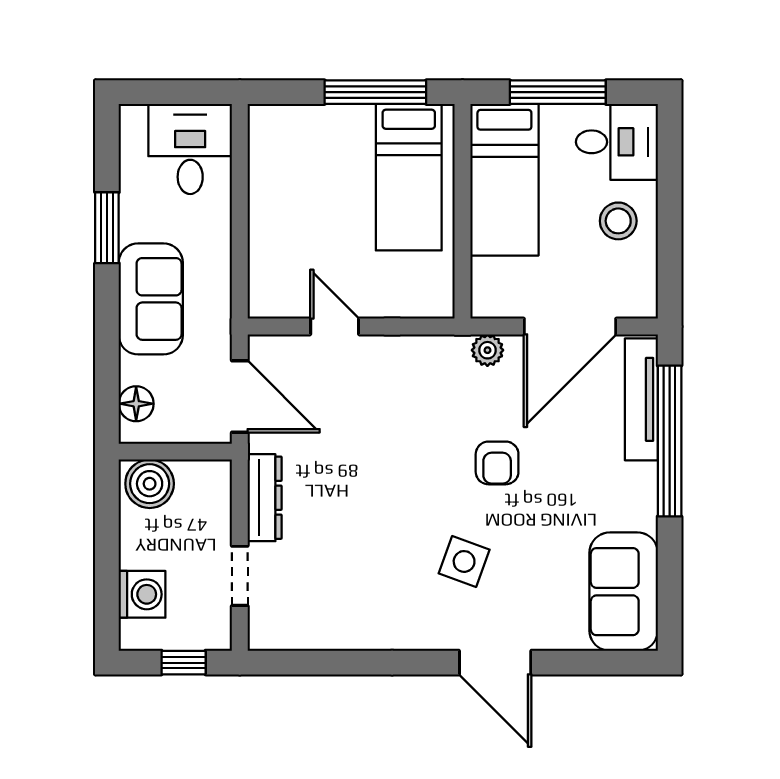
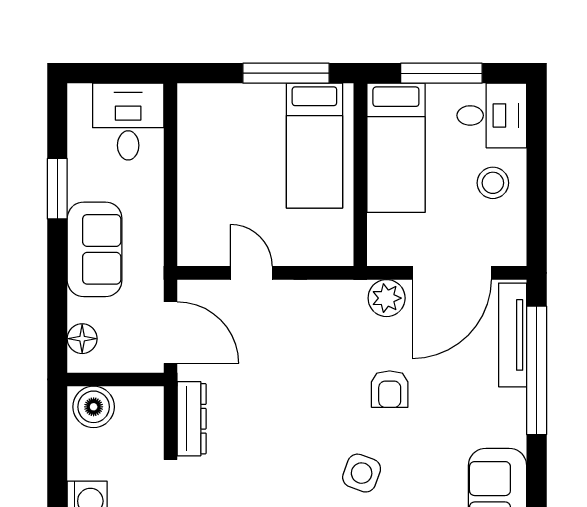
plant: (487, 350) -> (387, 298), width x1.38, depth x1.38

